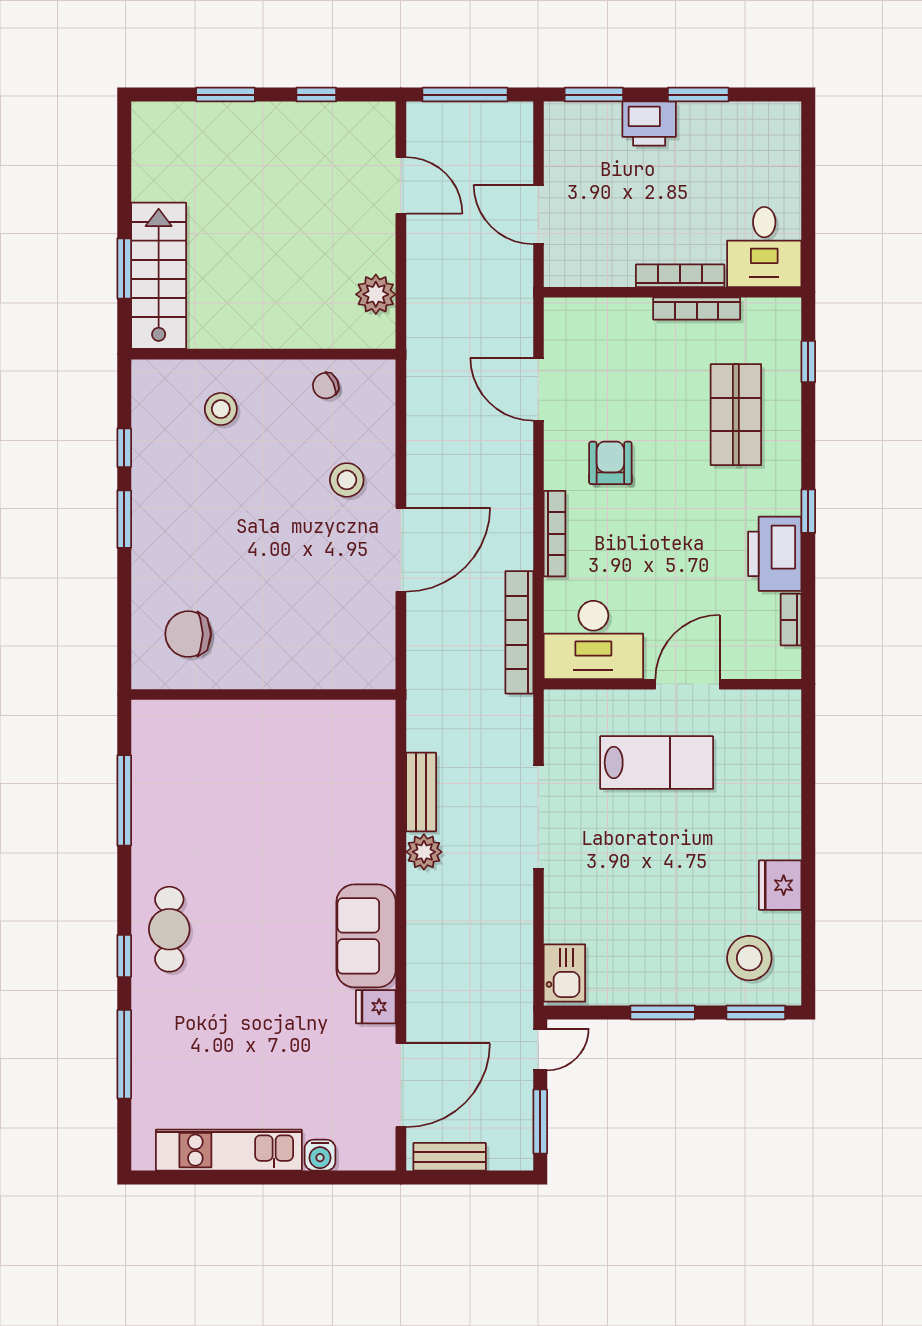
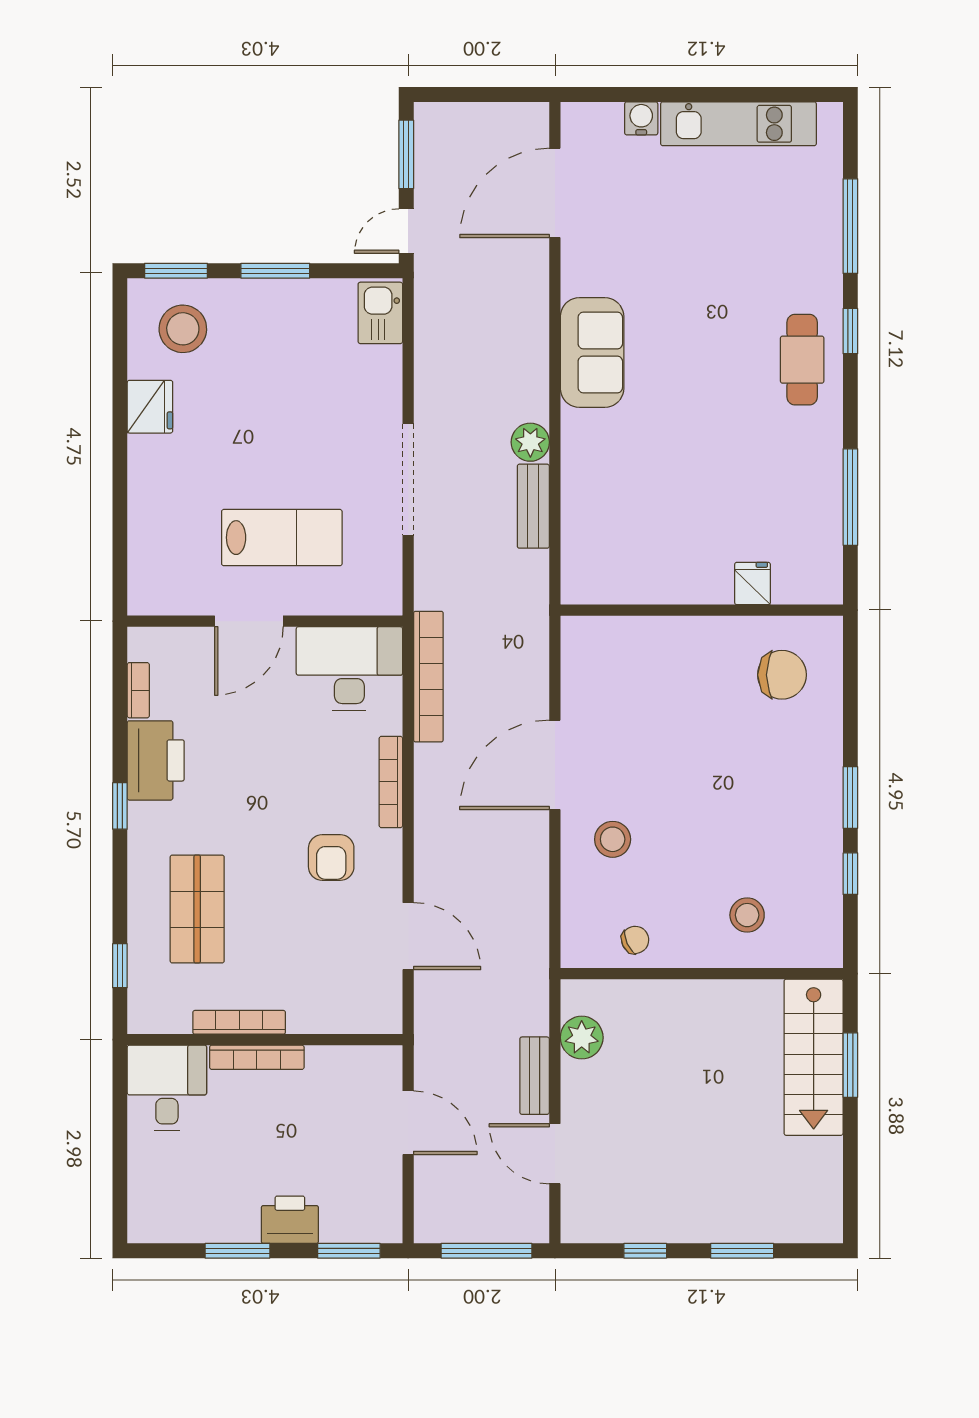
lab bench: (657, 763) -> (282, 538), turned 180
fridge: (376, 1007) -> (753, 583), moved, turned -90
bench: (450, 1157) -> (535, 1076), moved, turned 90

